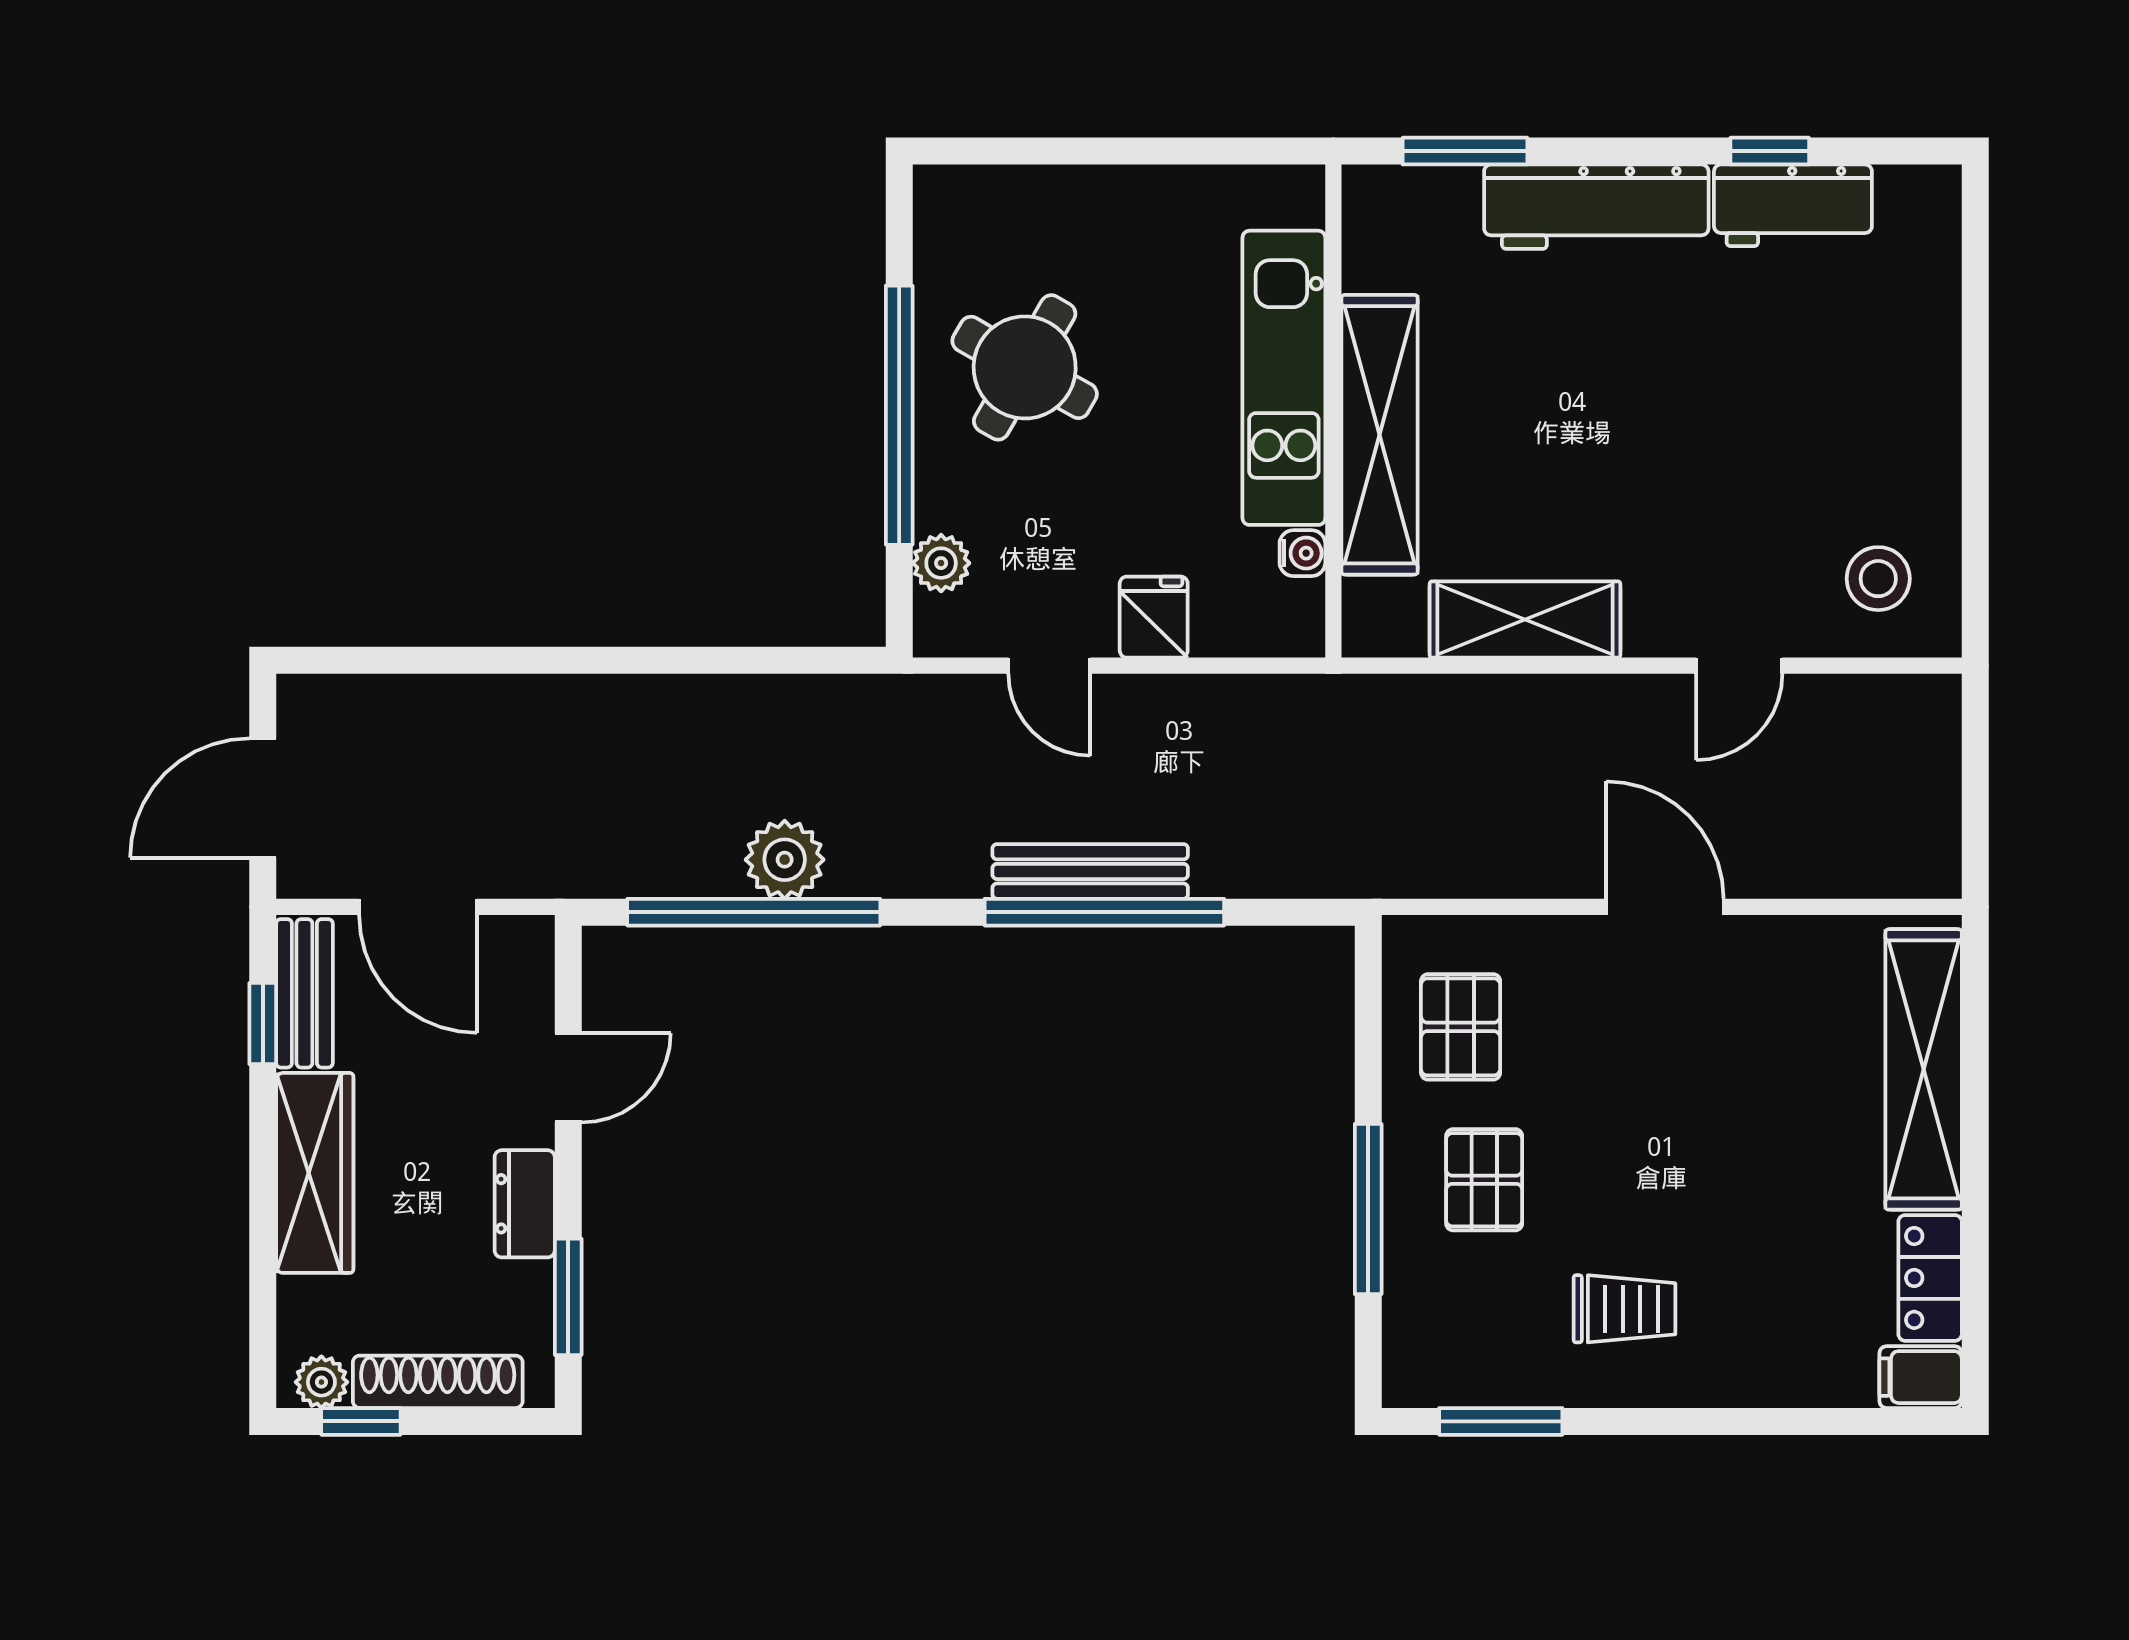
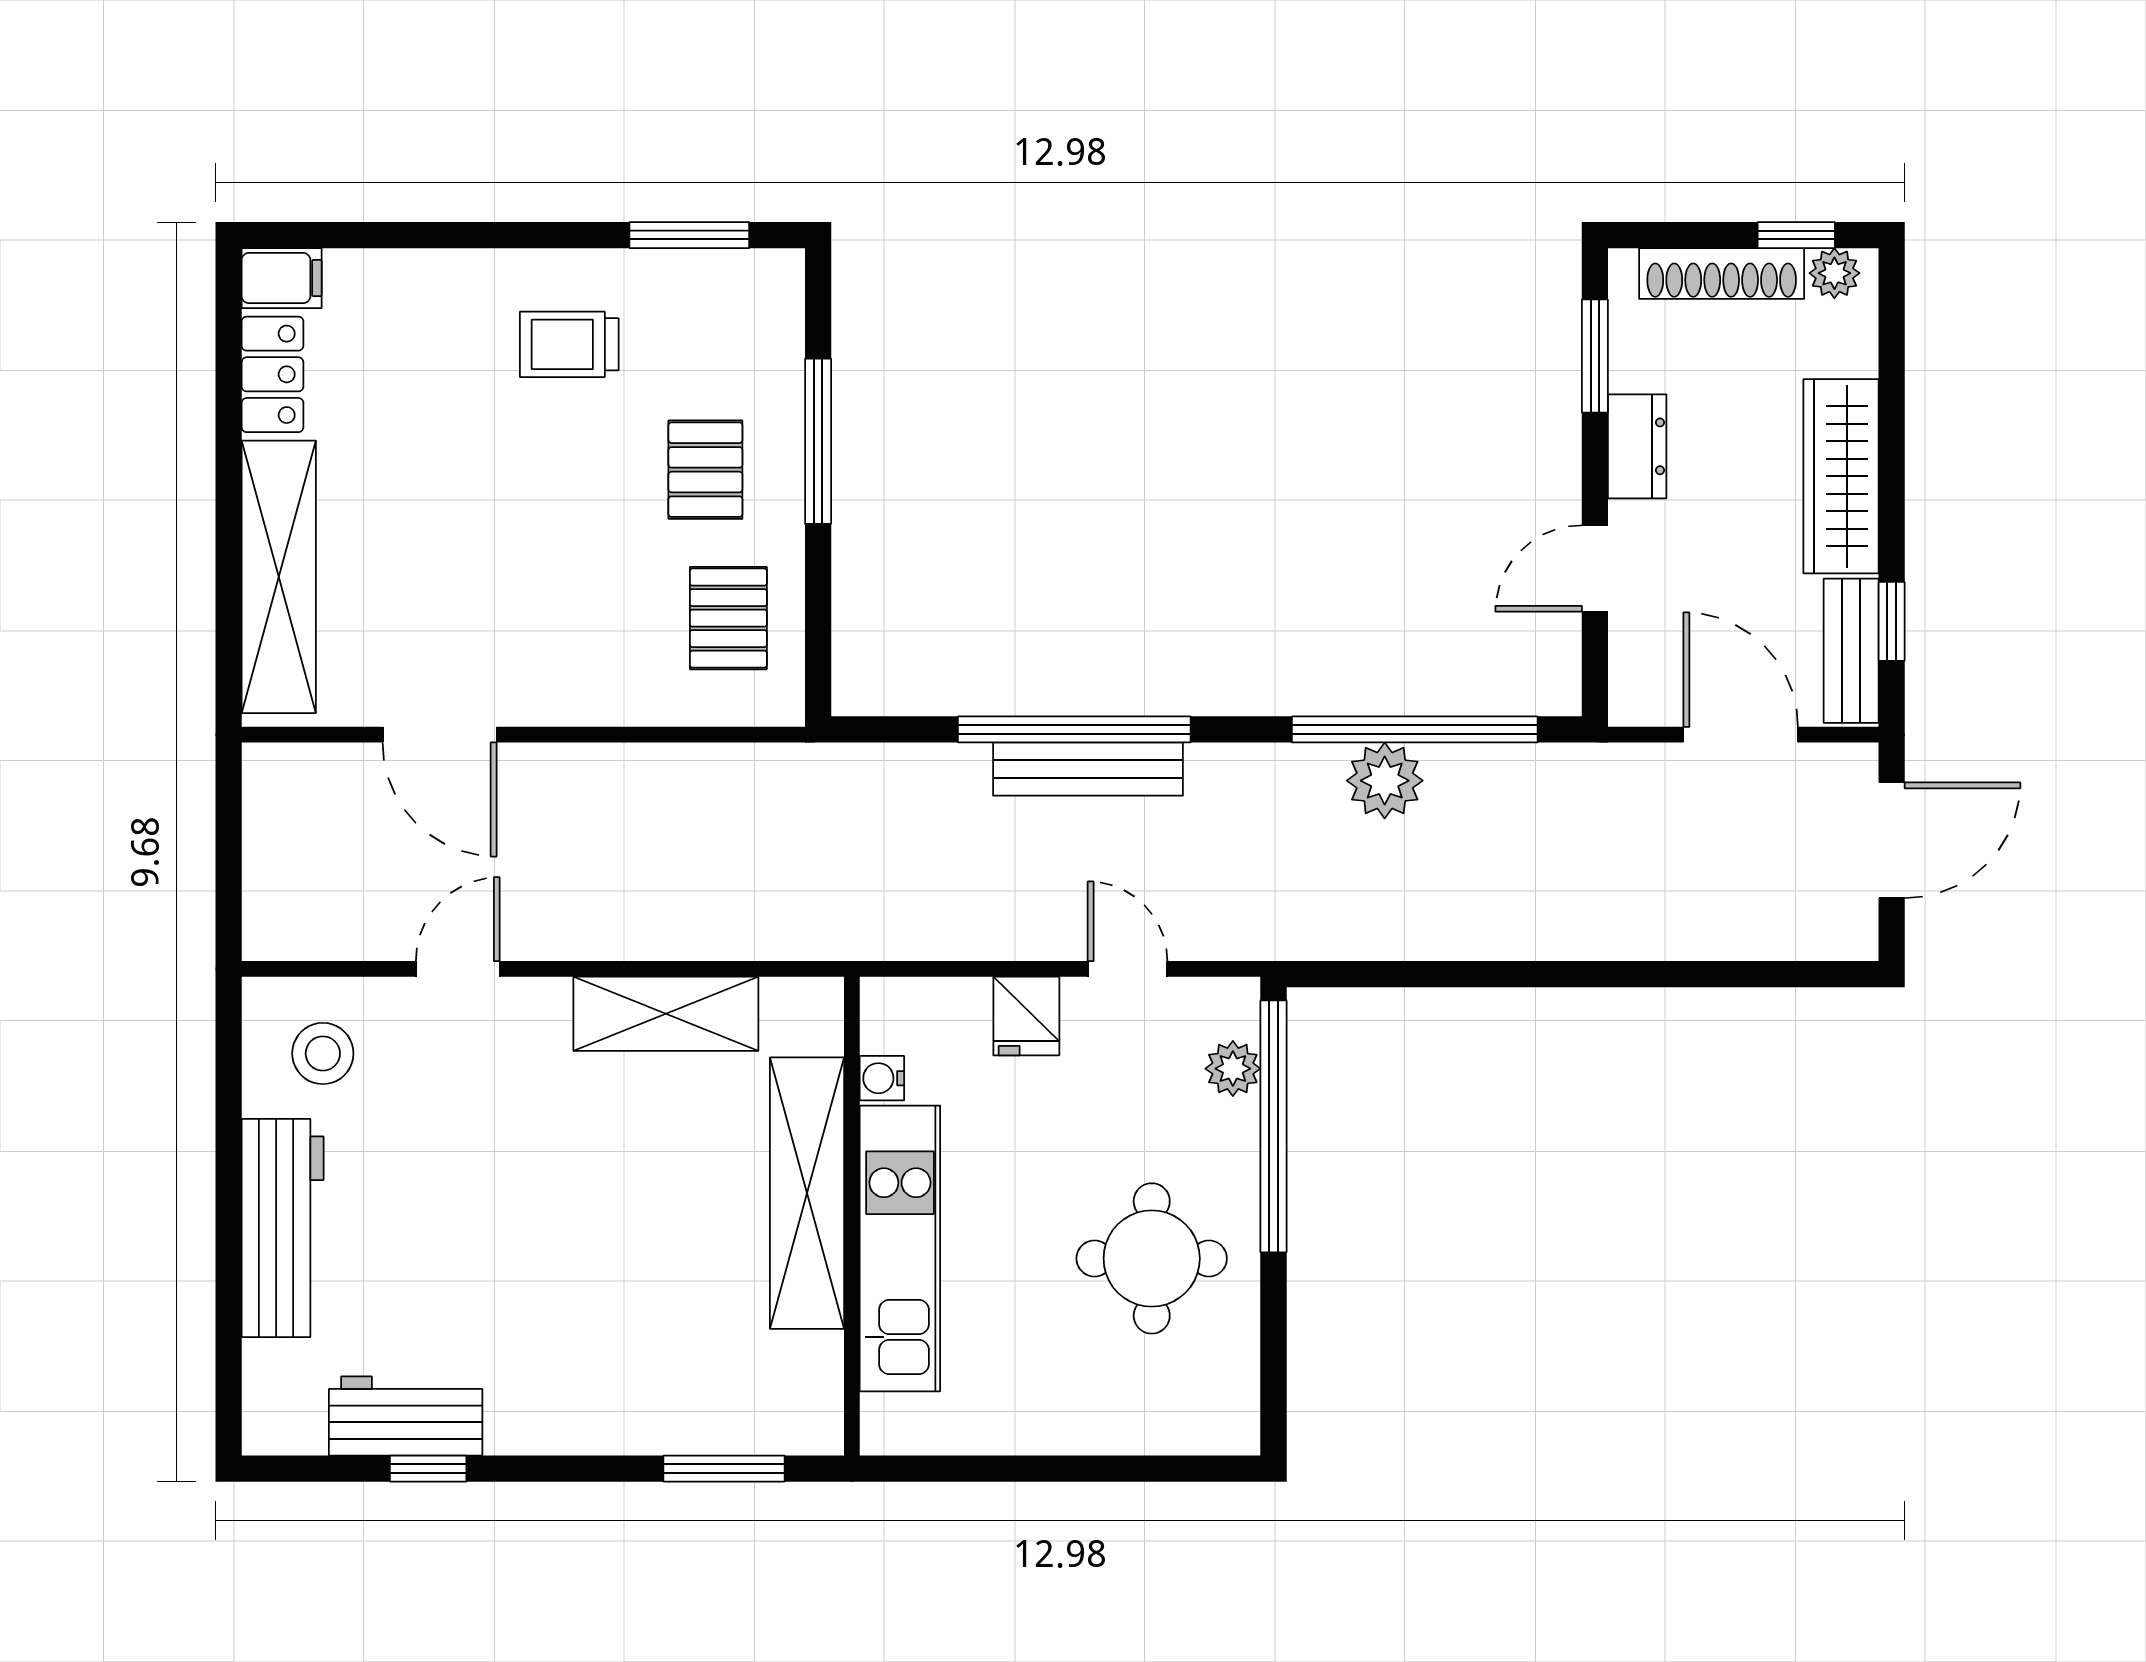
workbench: (1596, 207) -> (283, 1228), moved, turned 90
round table: (1025, 367) -> (1152, 1258), turned -30
window: (899, 415) -> (1273, 1126), moved
door: (1665, 907) -> (440, 735), moved

